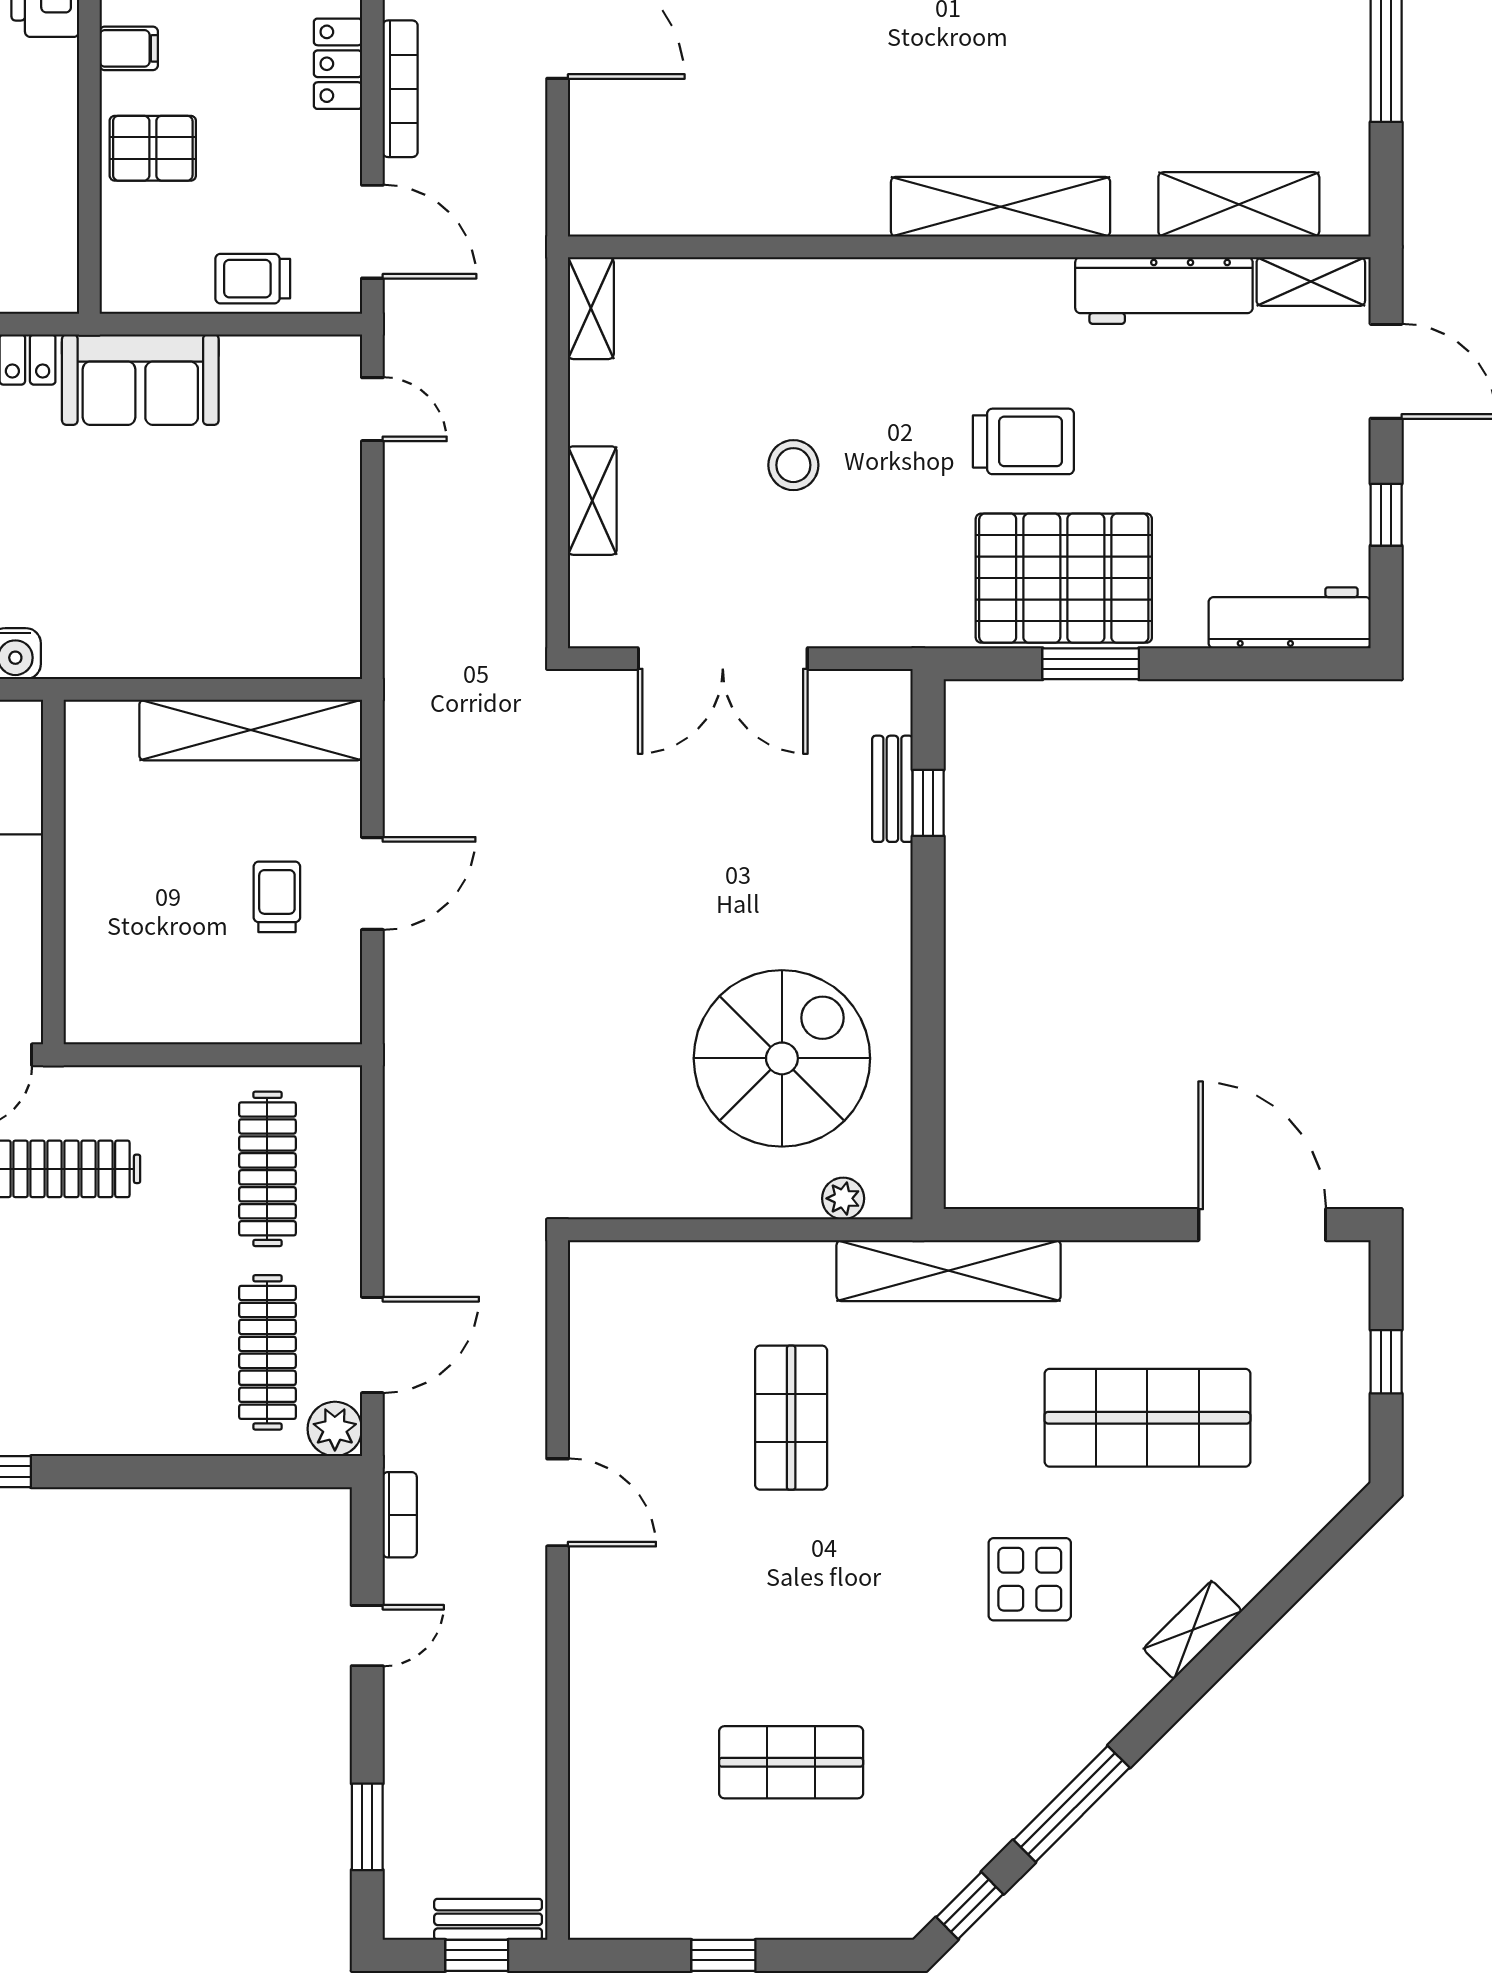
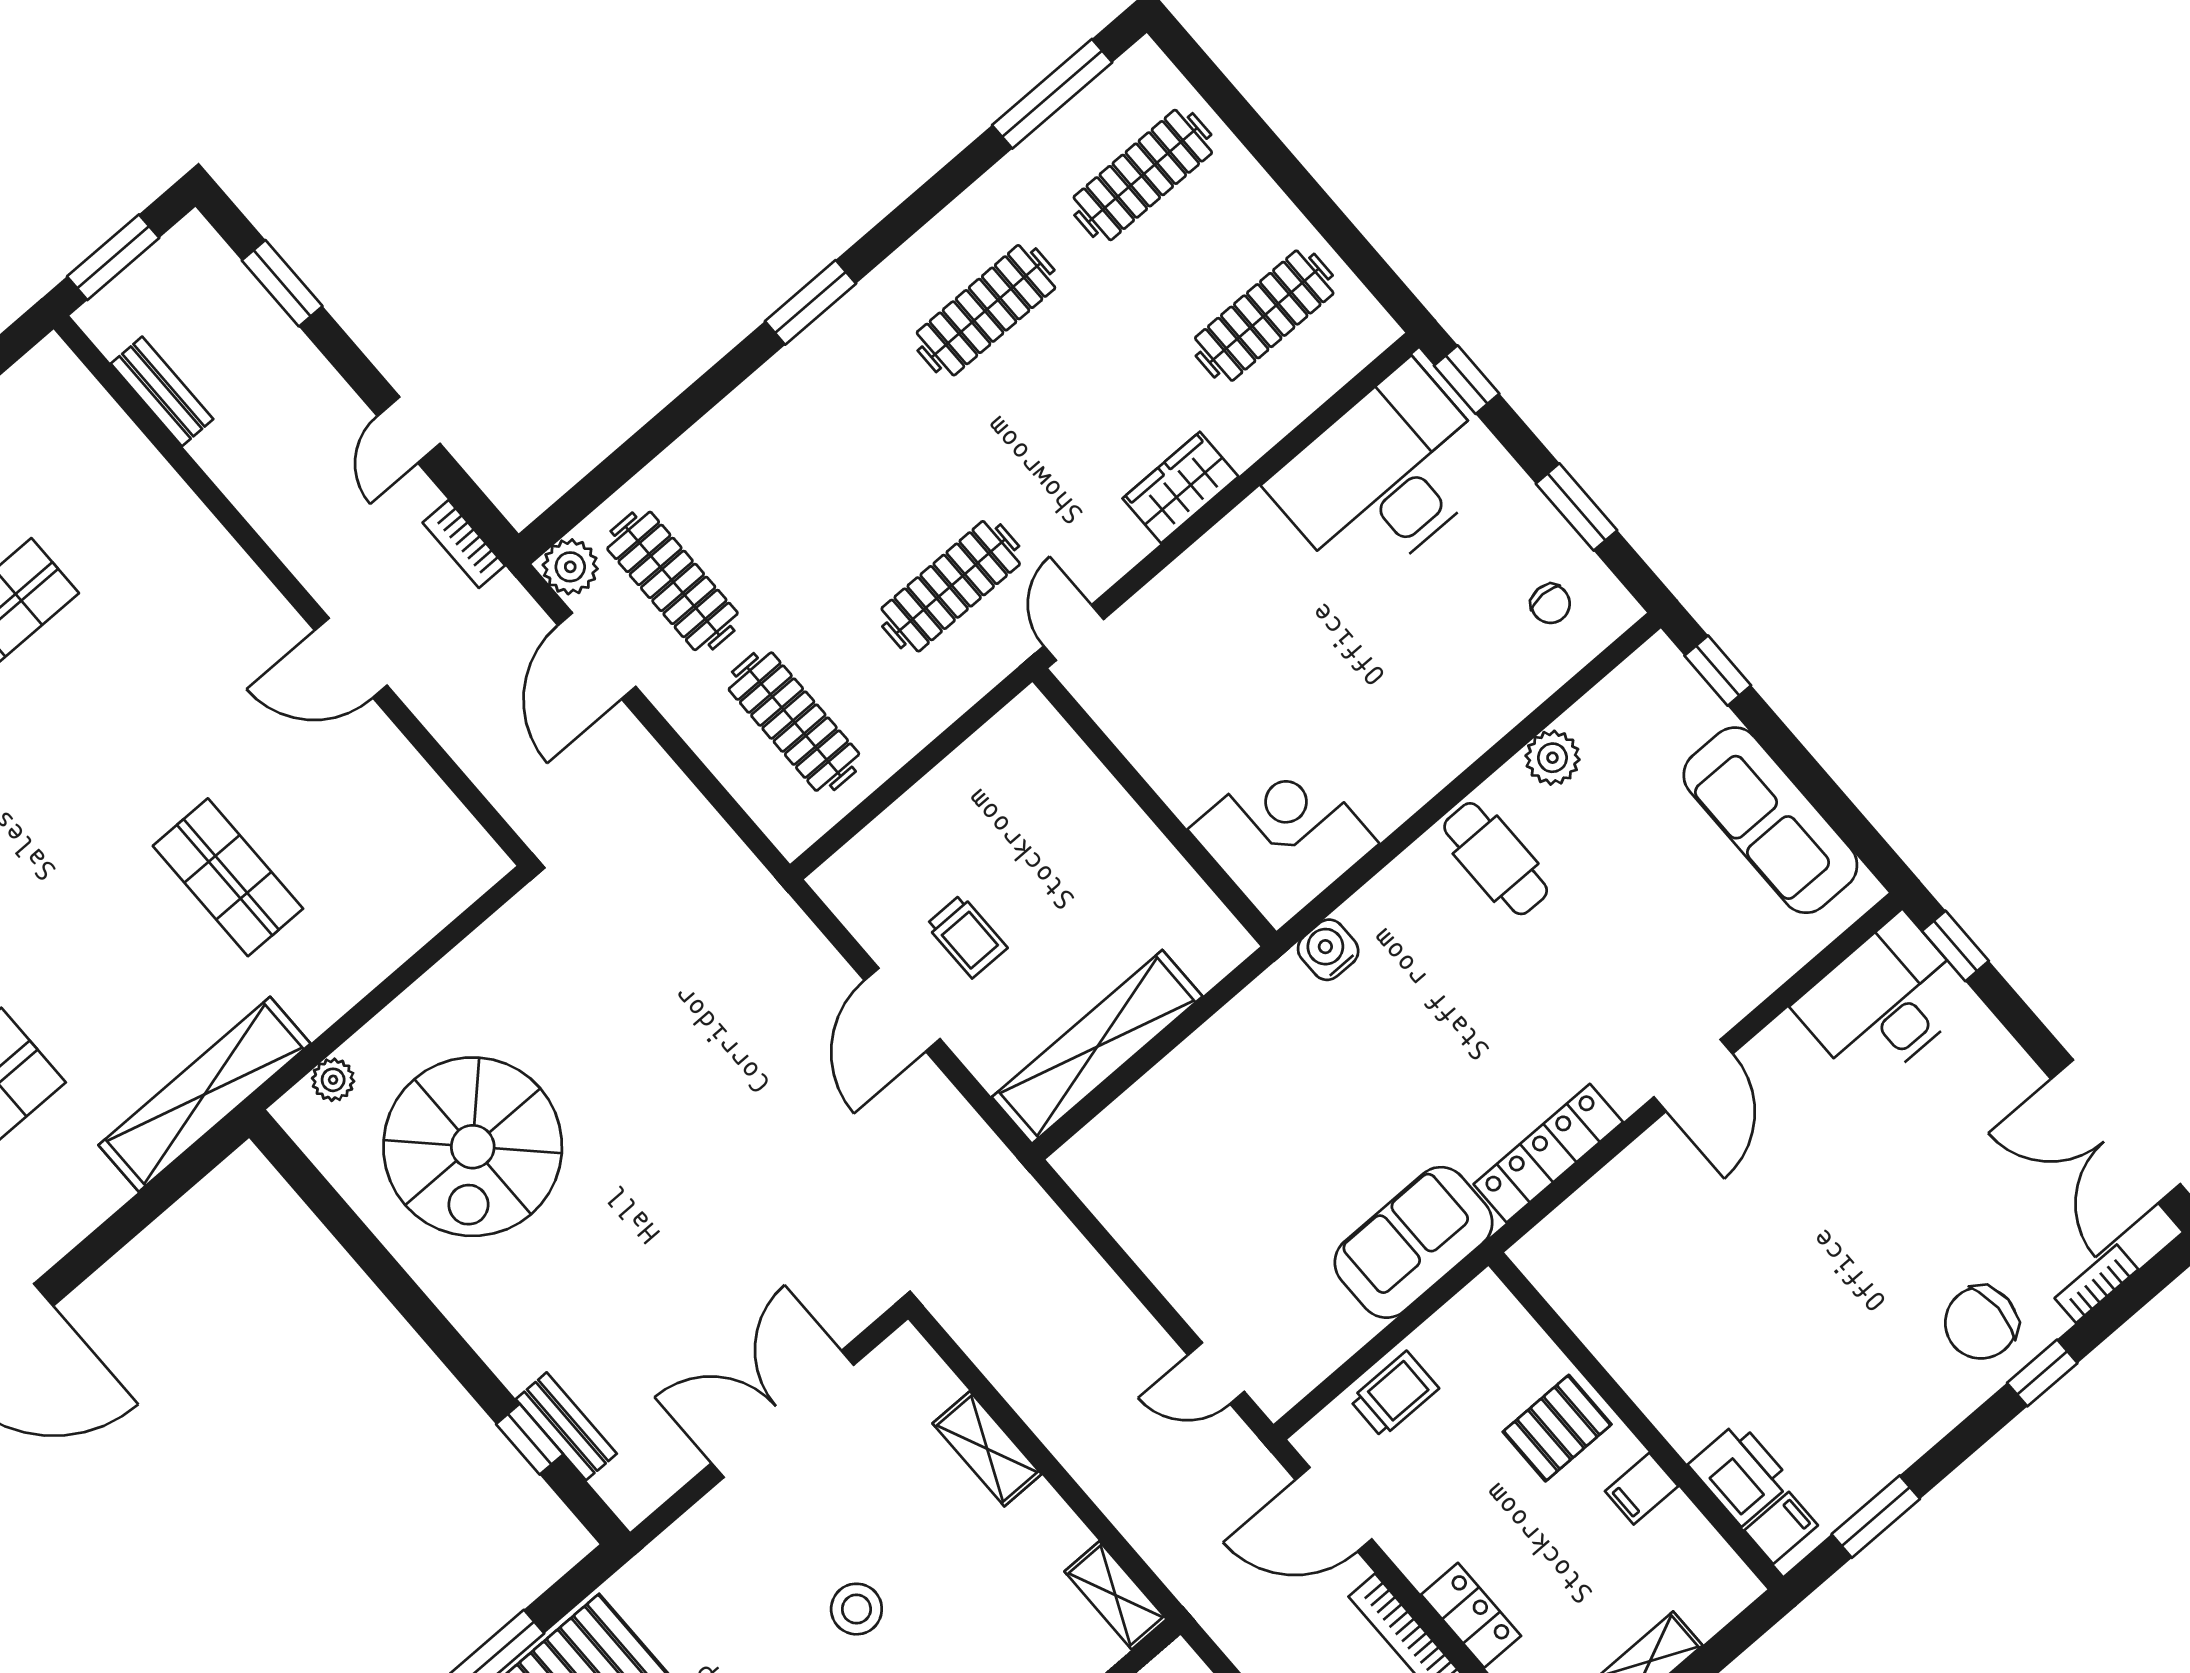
bench: (488, 1919) -> (162, 391), moved, turned 90
window: (477, 1955) -> (113, 257), width x1.50

